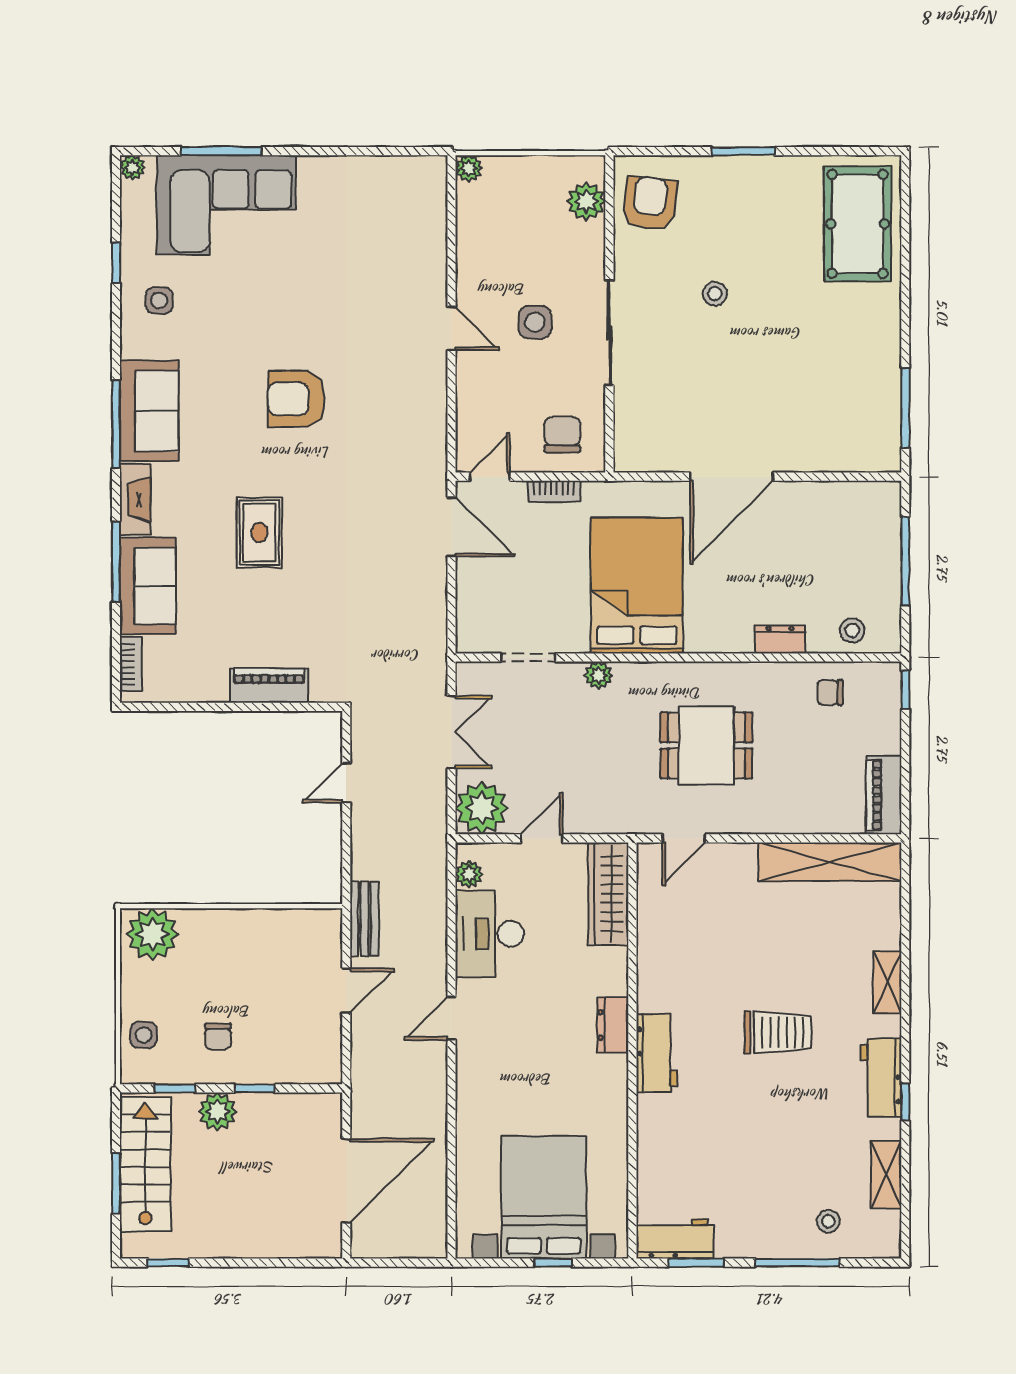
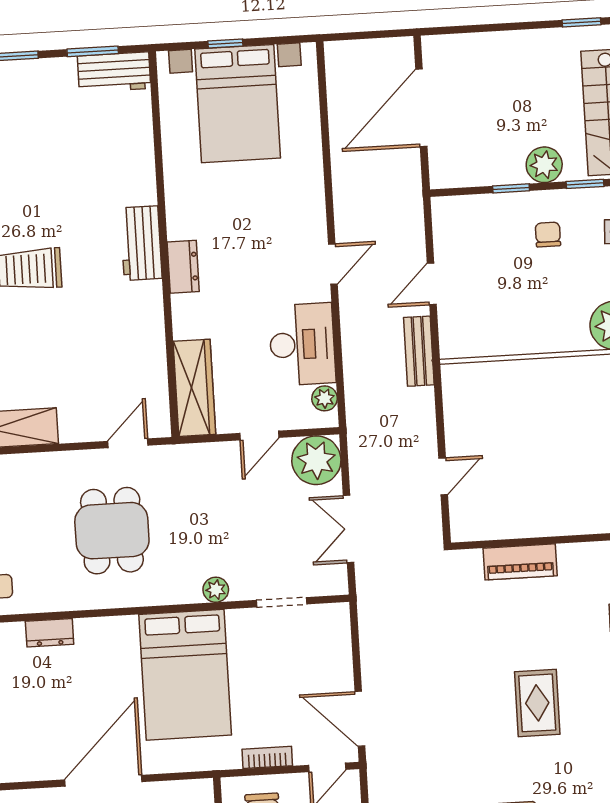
dining table: (706, 745) -> (112, 531), turned 90

